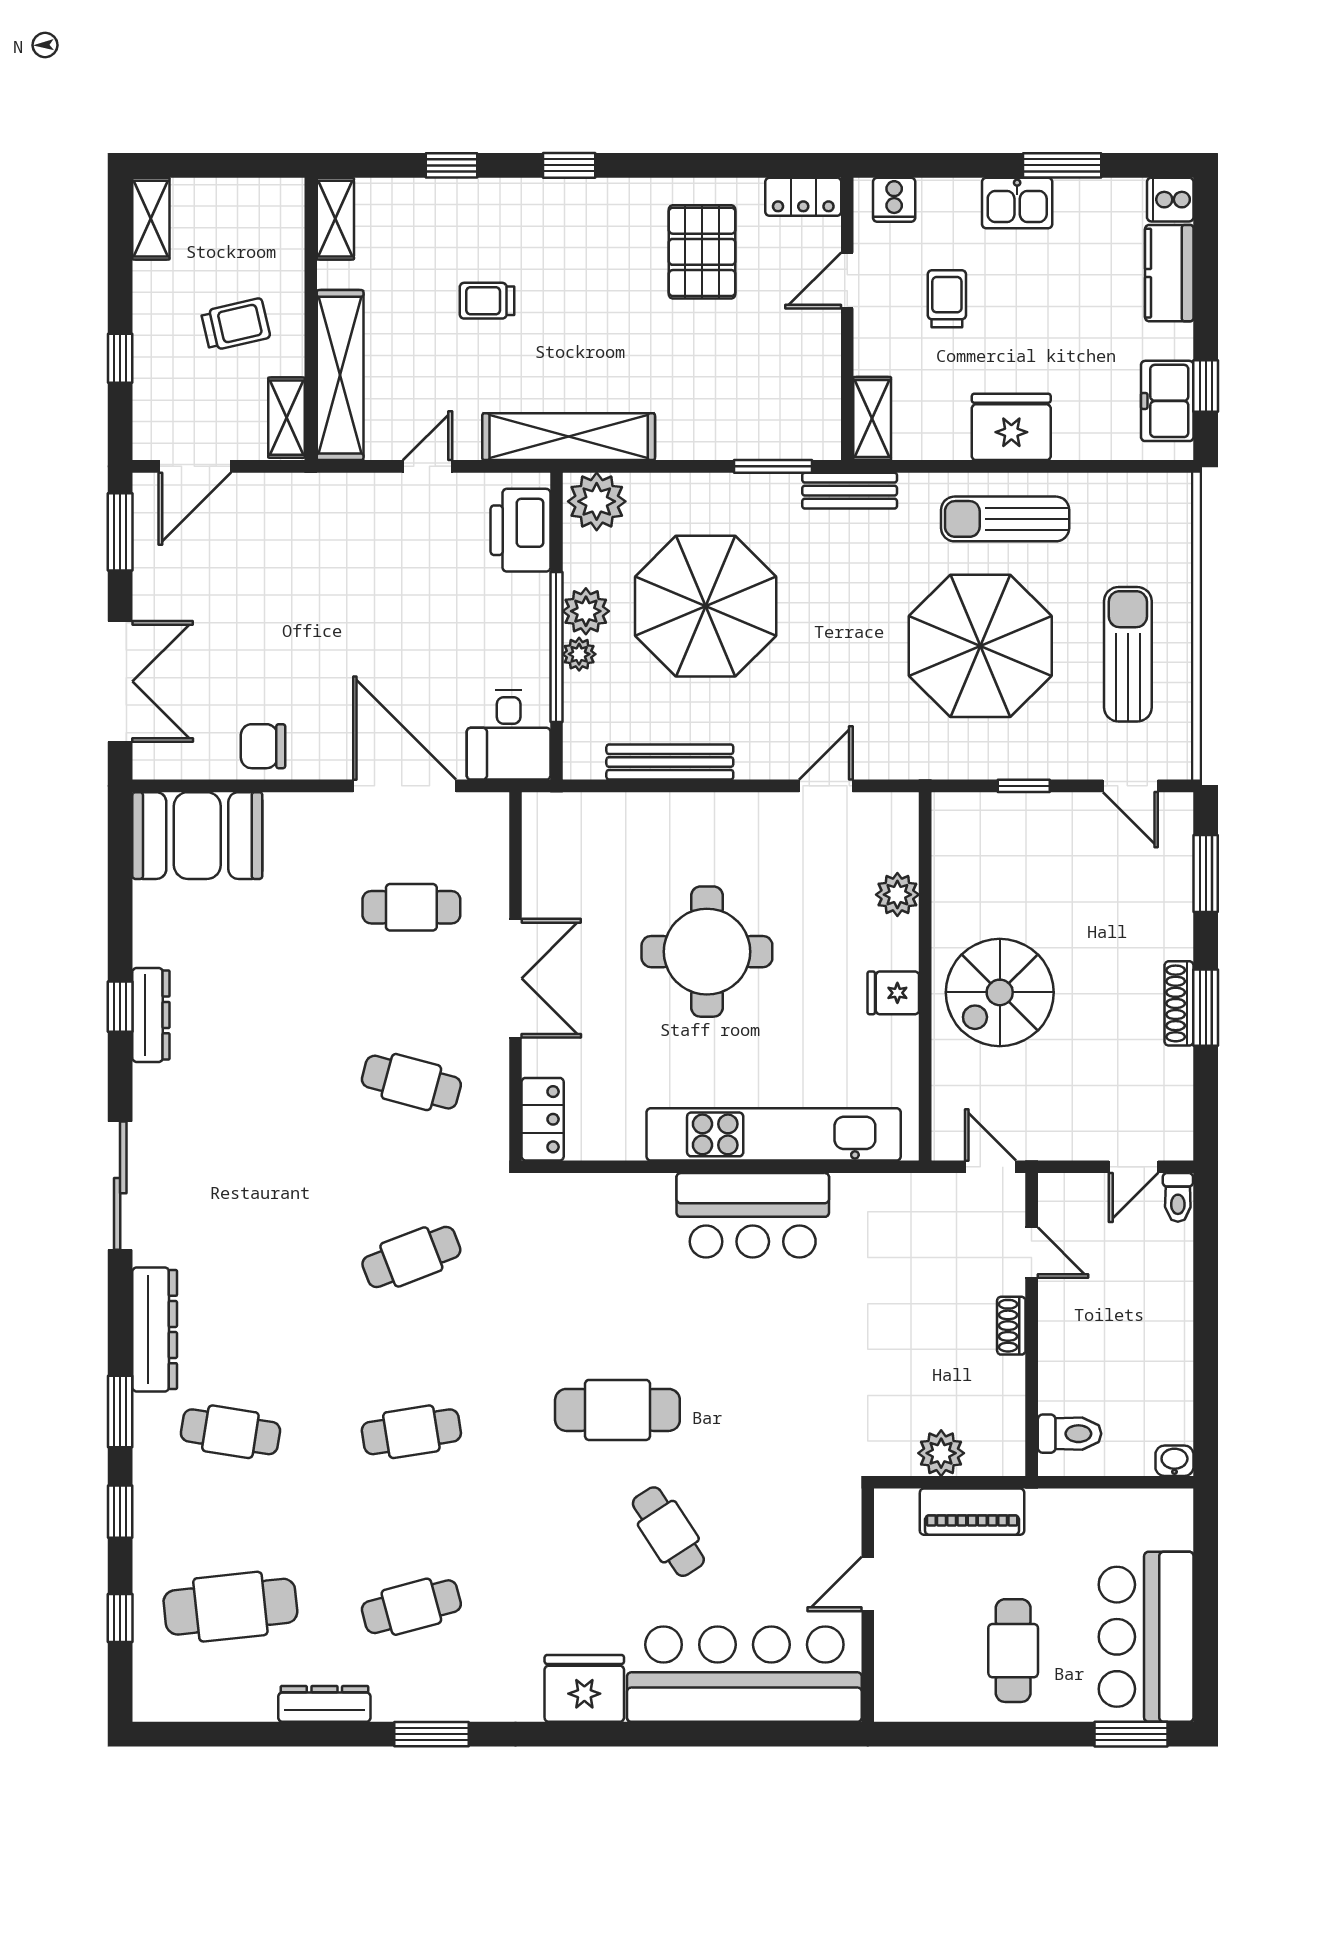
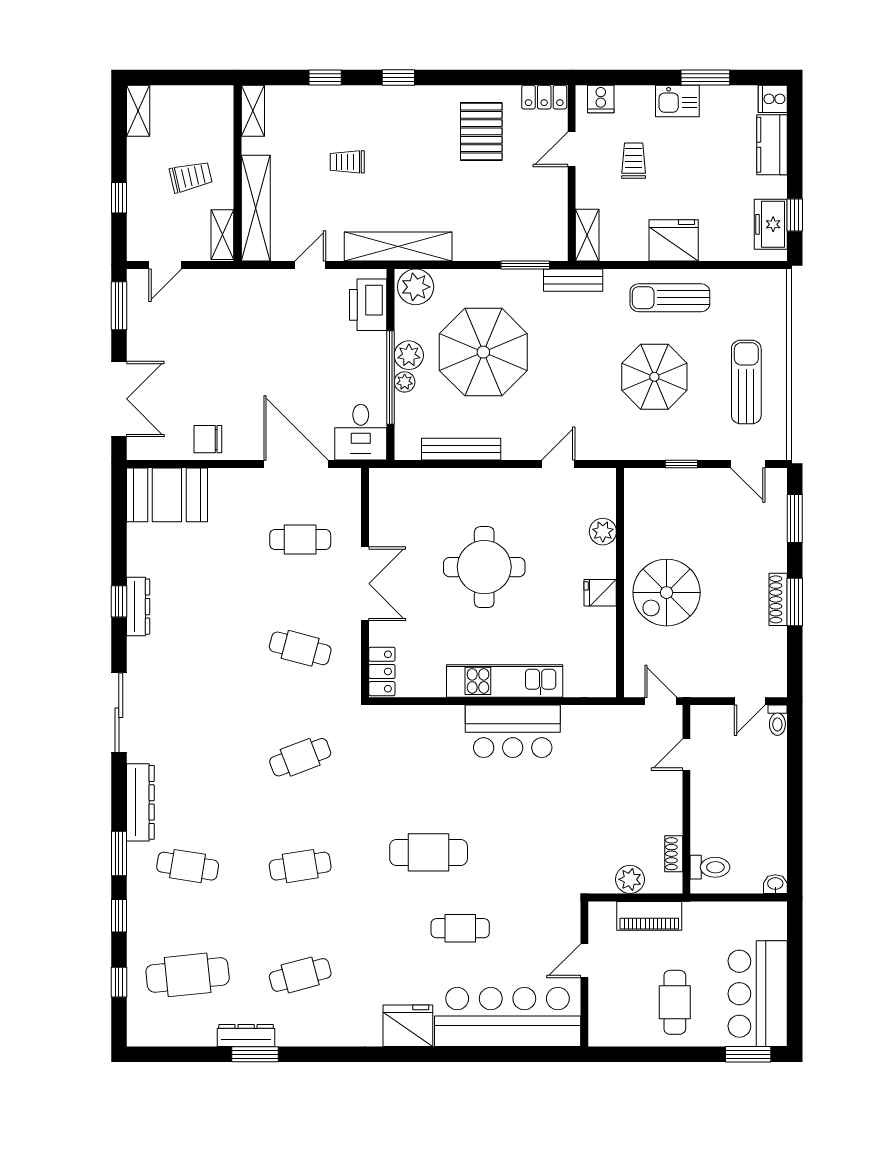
door: (195, 466) -> (165, 265), width x0.73
parasol: (980, 646) -> (654, 377), width x0.73, depth x0.73
kitchen unit: (774, 1134) -> (505, 681), width x0.73
door: (1032, 1253) -> (686, 755), swing flipped
shoe rack: (1011, 1326) -> (674, 854), moved
cafe table: (668, 1532) -> (460, 928), turned -57
window: (432, 1734) -> (255, 1054), moved

